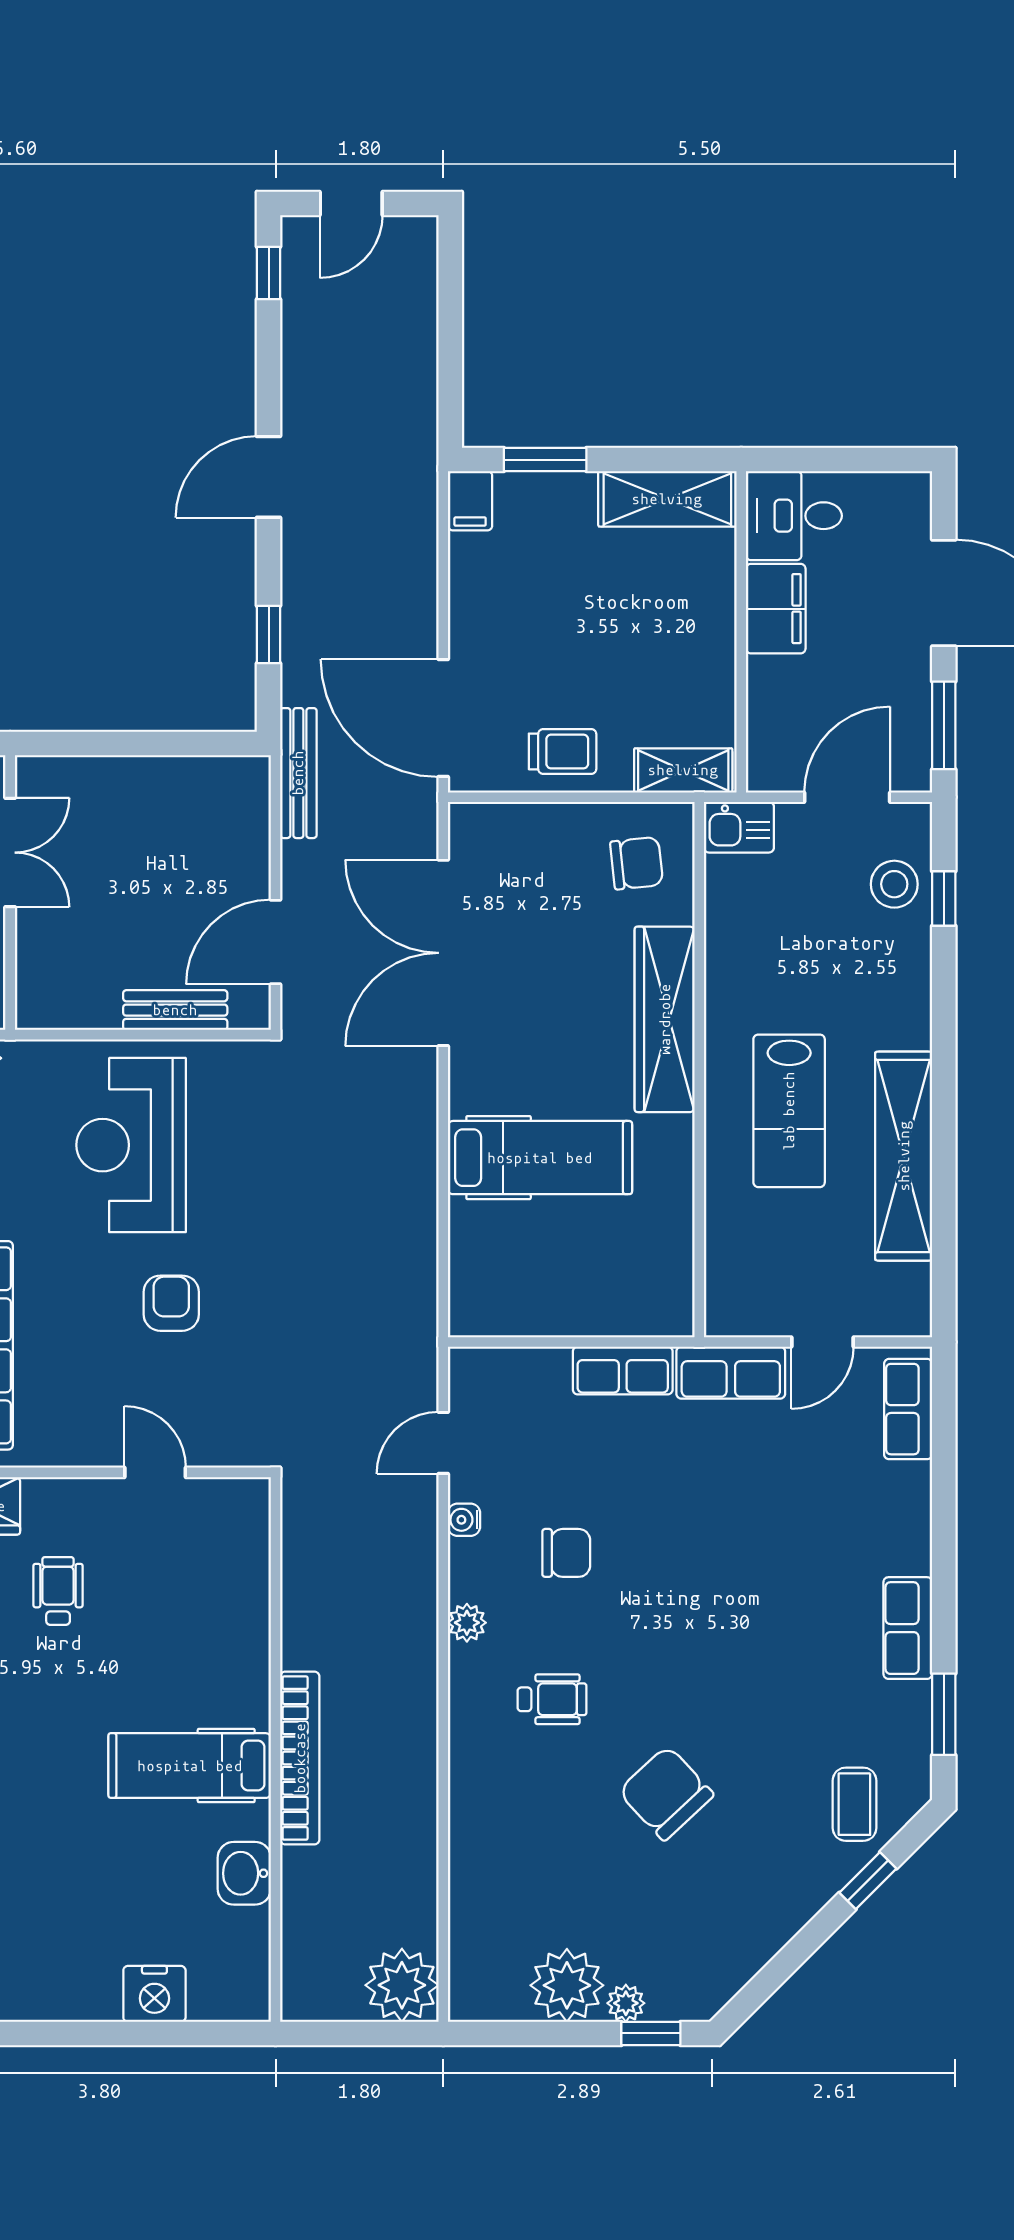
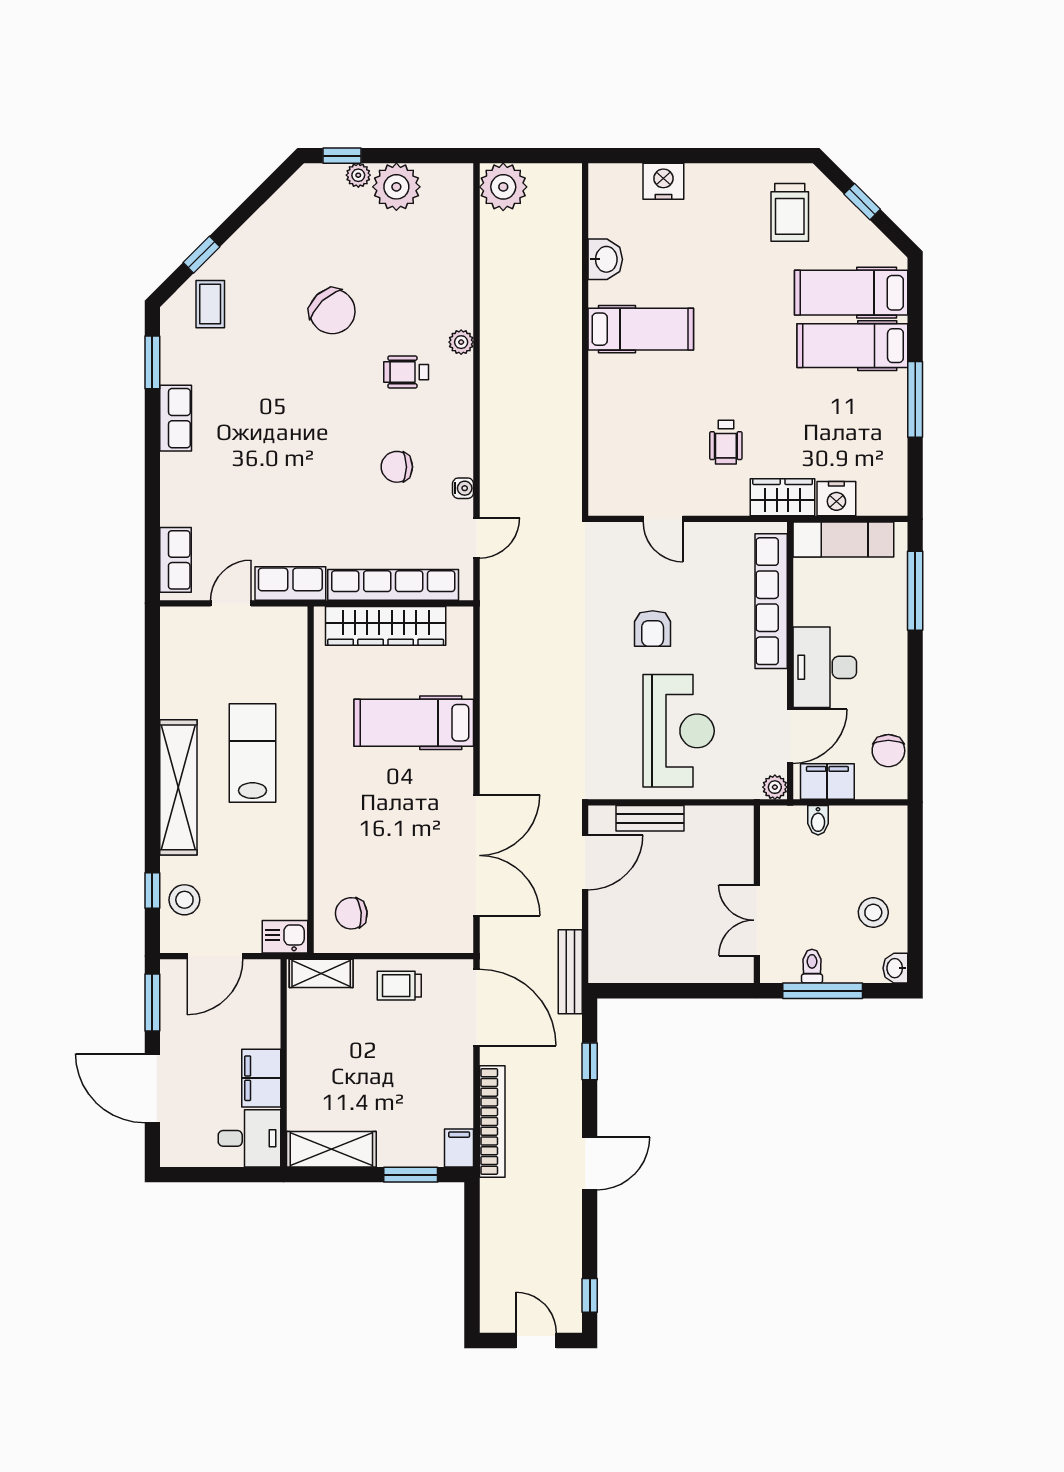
door: (351, 203) -> (536, 1341), hinge flipped
wardrobe: (665, 1019) -> (386, 626), moved, turned 90
shelving: (904, 1156) -> (178, 787), moved
row of seats: (623, 1371) -> (393, 585), width x2.02
plant: (467, 1623) -> (461, 342), moved
bookcase: (300, 1758) -> (492, 1121), moved, turned 180

